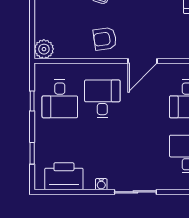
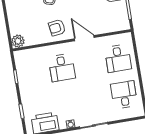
door: (142, 61) -> (84, 38), swing flipped
desk: (60, 99) -> (34, 72), removed
desk: (102, 99) -> (62, 68), turned 180

